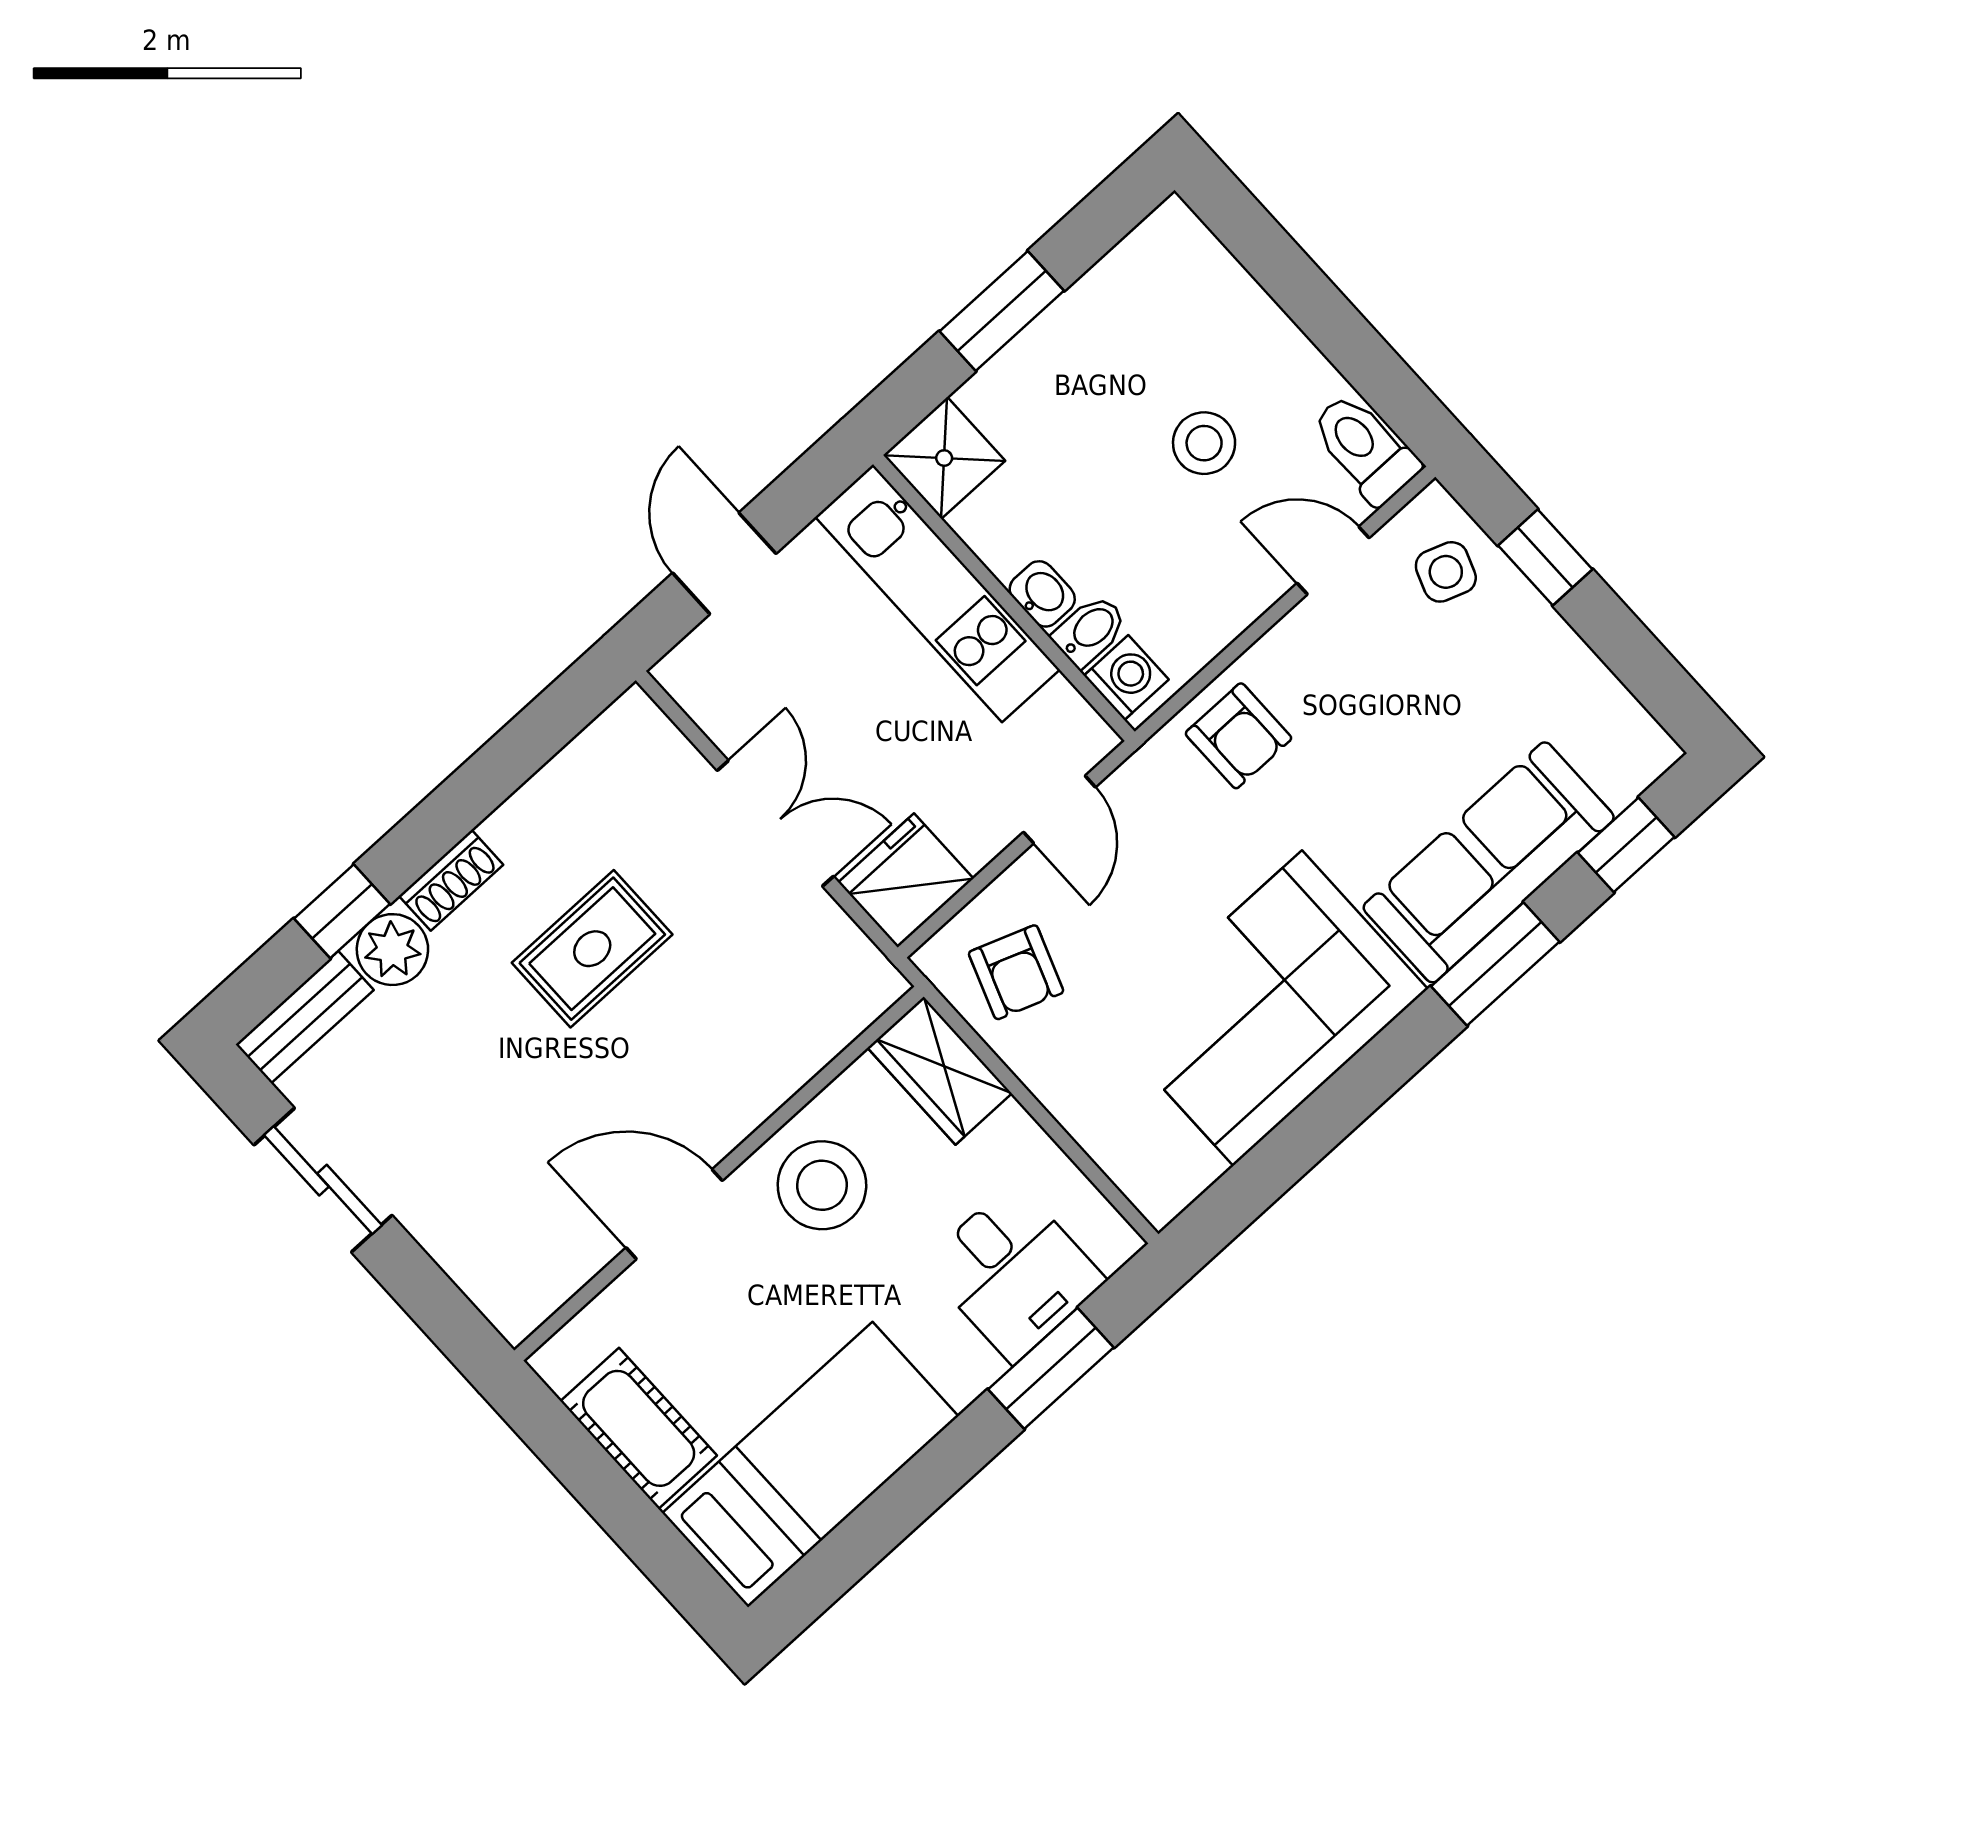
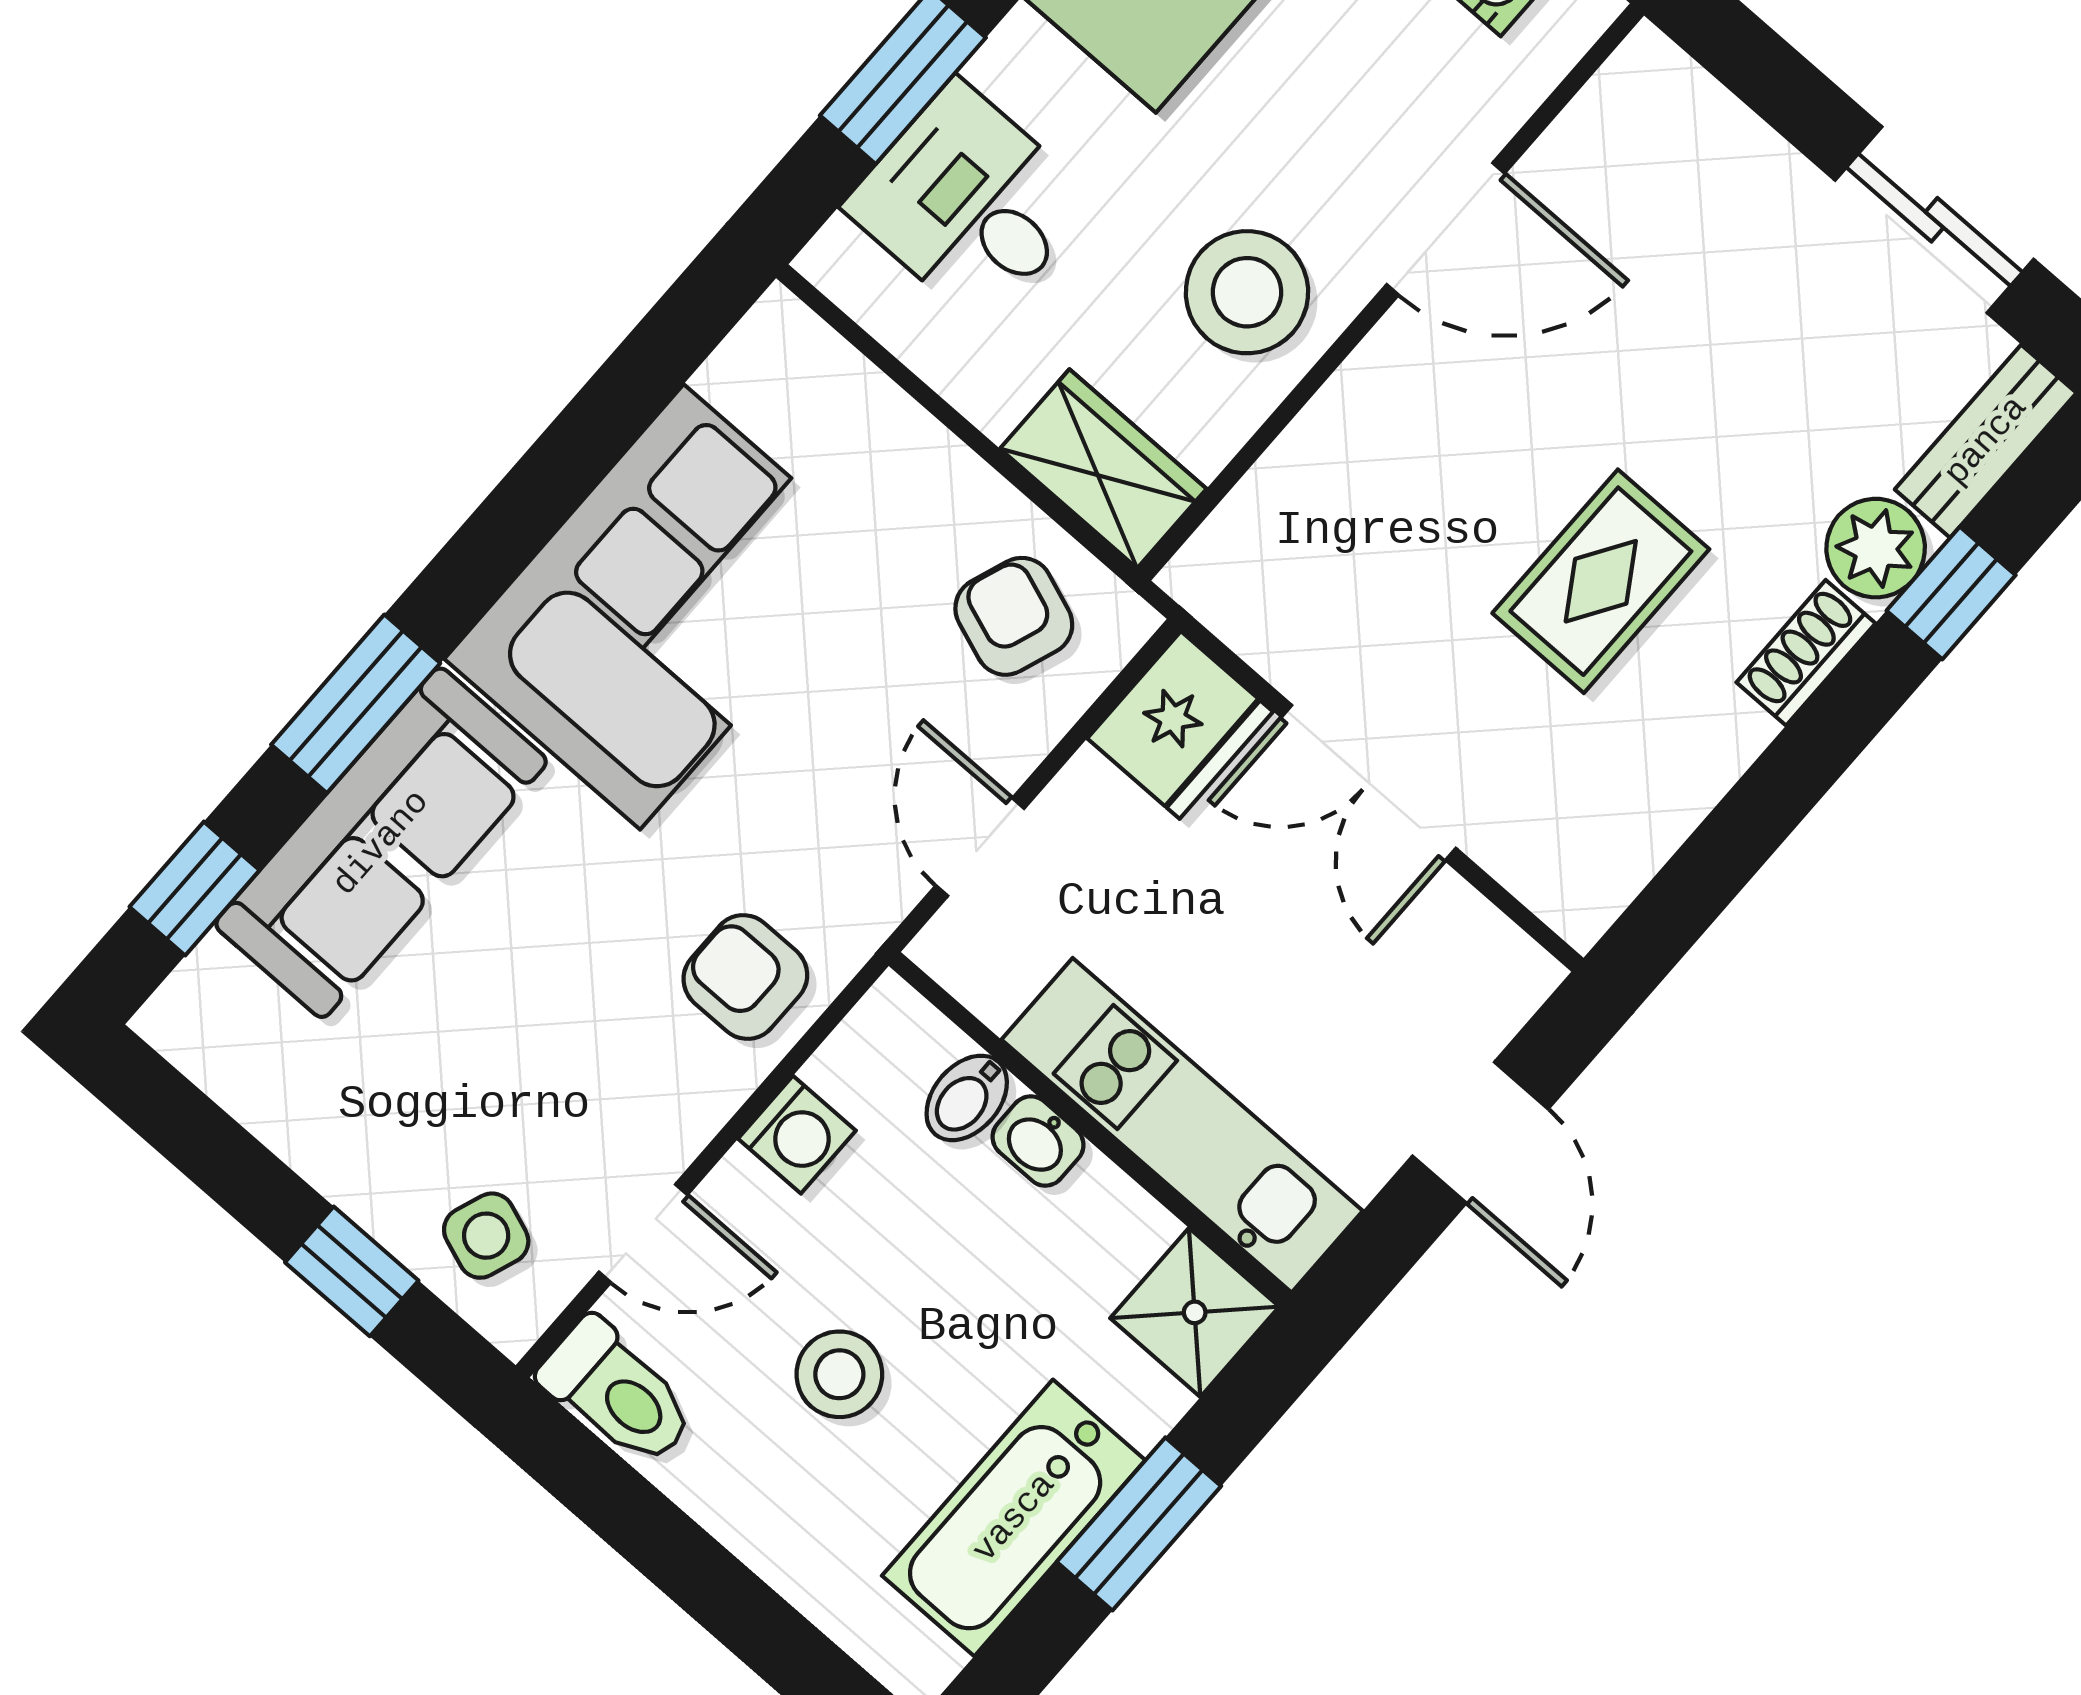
bathtub: (1091, 326) -> (1014, 1518), added
washing machine: (1126, 678) -> (797, 1135), moved, turned -90

